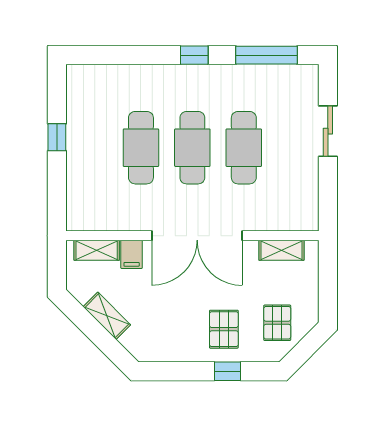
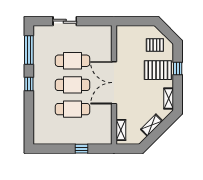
window: (57, 137) -> (82, 149), moved
double door: (197, 236) -> (114, 83), swing flipped
shelving: (281, 250) -> (169, 98), moved
filing cabinet: (132, 254) -> (123, 114), removed
pallet: (224, 329) -> (158, 70), width x1.50, depth x1.42

